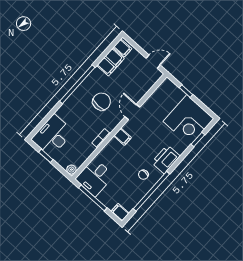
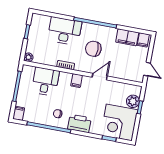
plant: (176, 94) -> (133, 101), added
chair: (102, 102) -> (93, 49), turned 180
desk: (52, 136) -> (65, 31), moved
desk: (95, 177) -> (45, 82), moved, turned 90

